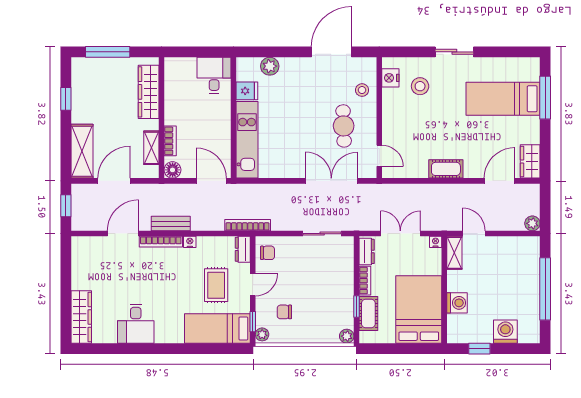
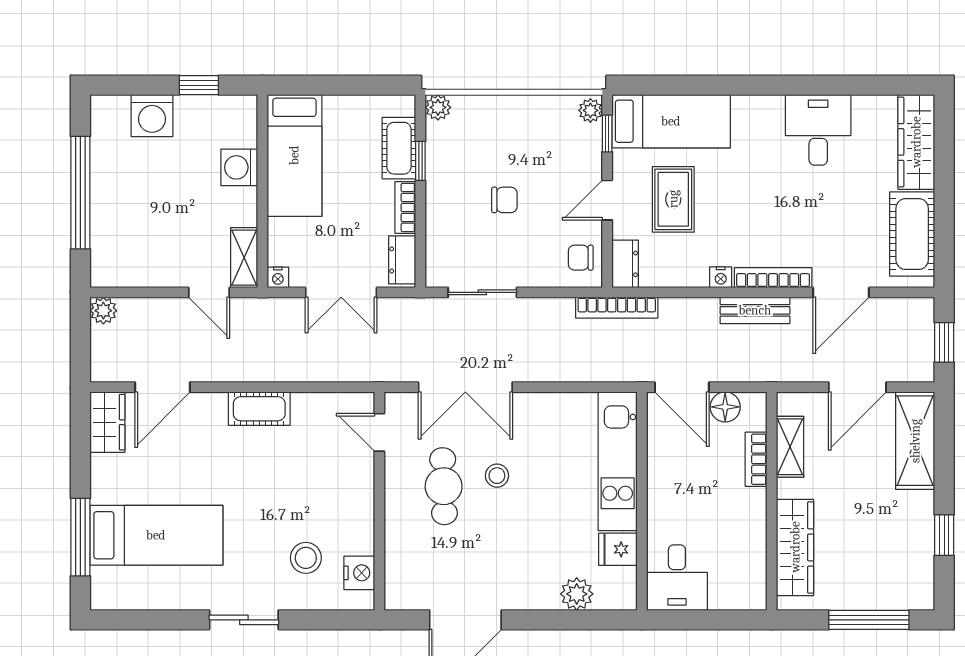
stool: (362, 90) -> (497, 476), moved
floor lamp: (173, 170) -> (725, 407), moved
cot: (84, 266) -> (912, 234), added
bed: (419, 309) -> (294, 155), width x0.67
chair: (284, 312) -> (504, 200), moved

